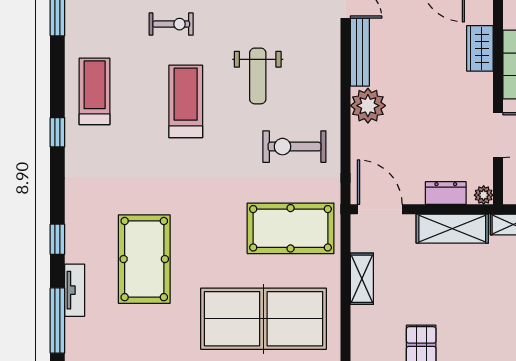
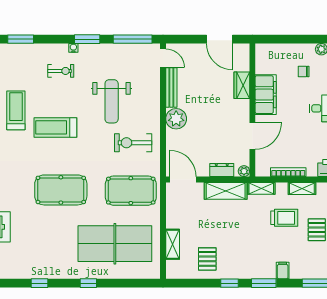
weight bench: (258, 76) -> (112, 101), width x1.36, depth x1.33
treadmill: (186, 101) -> (55, 127), moved, turned -90
pool table: (144, 259) -> (61, 190), moved, turned 90
shelving: (362, 279) -> (173, 244), moved

